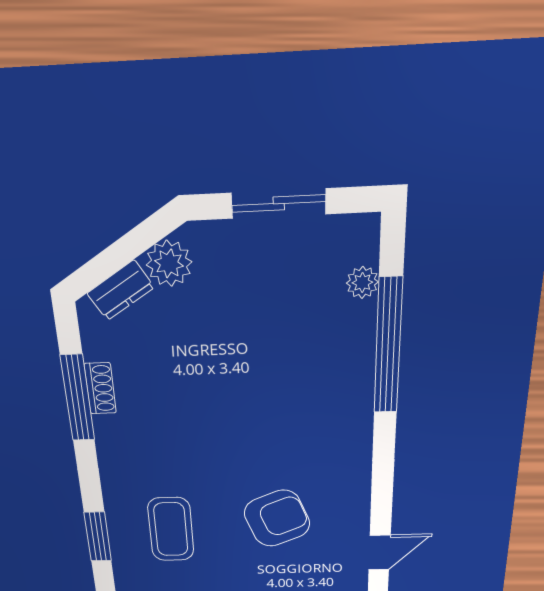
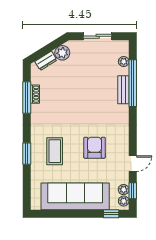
bench: (359, 367) -> (123, 90), added
armchair: (277, 518) -> (95, 148), turned -68

